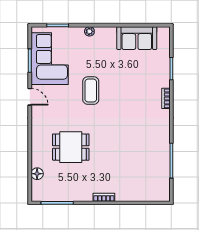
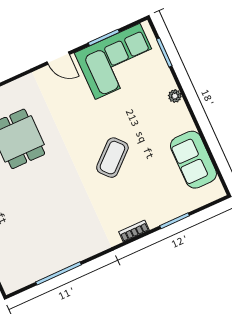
coffee table: (91, 91) -> (112, 158), moved, turned -42
door: (30, 97) -> (58, 58), hinge flipped

